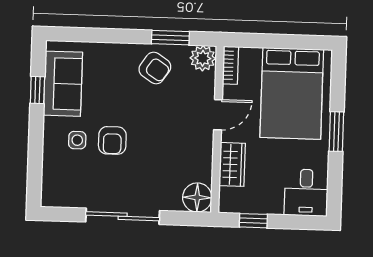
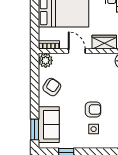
window: (170, 38) -> (35, 130), moved
sofa: (63, 84) -> (49, 125), moved, turned 90

